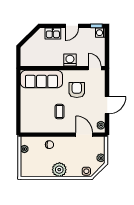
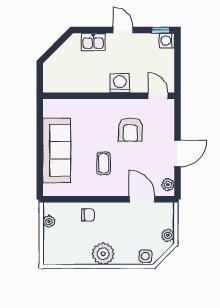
door: (72, 26) -> (123, 30), swing flipped
sofa: (41, 79) -> (57, 150), moved, turned -90
armchair: (77, 90) -> (130, 130), turned 180

